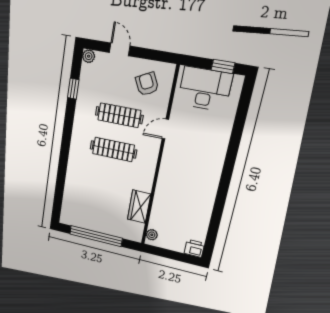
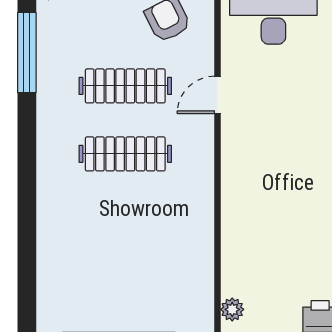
window: (73, 89) -> (27, 53), width x2.17
wardrobe: (139, 207) -> (196, 257), removed

